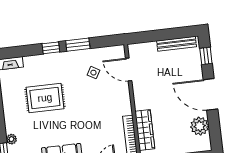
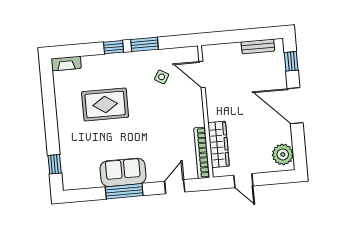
bench: (177, 44) -> (258, 46), width x0.73
plant: (200, 126) -> (283, 154), moved
plant: (11, 139) -> (65, 151), removed

